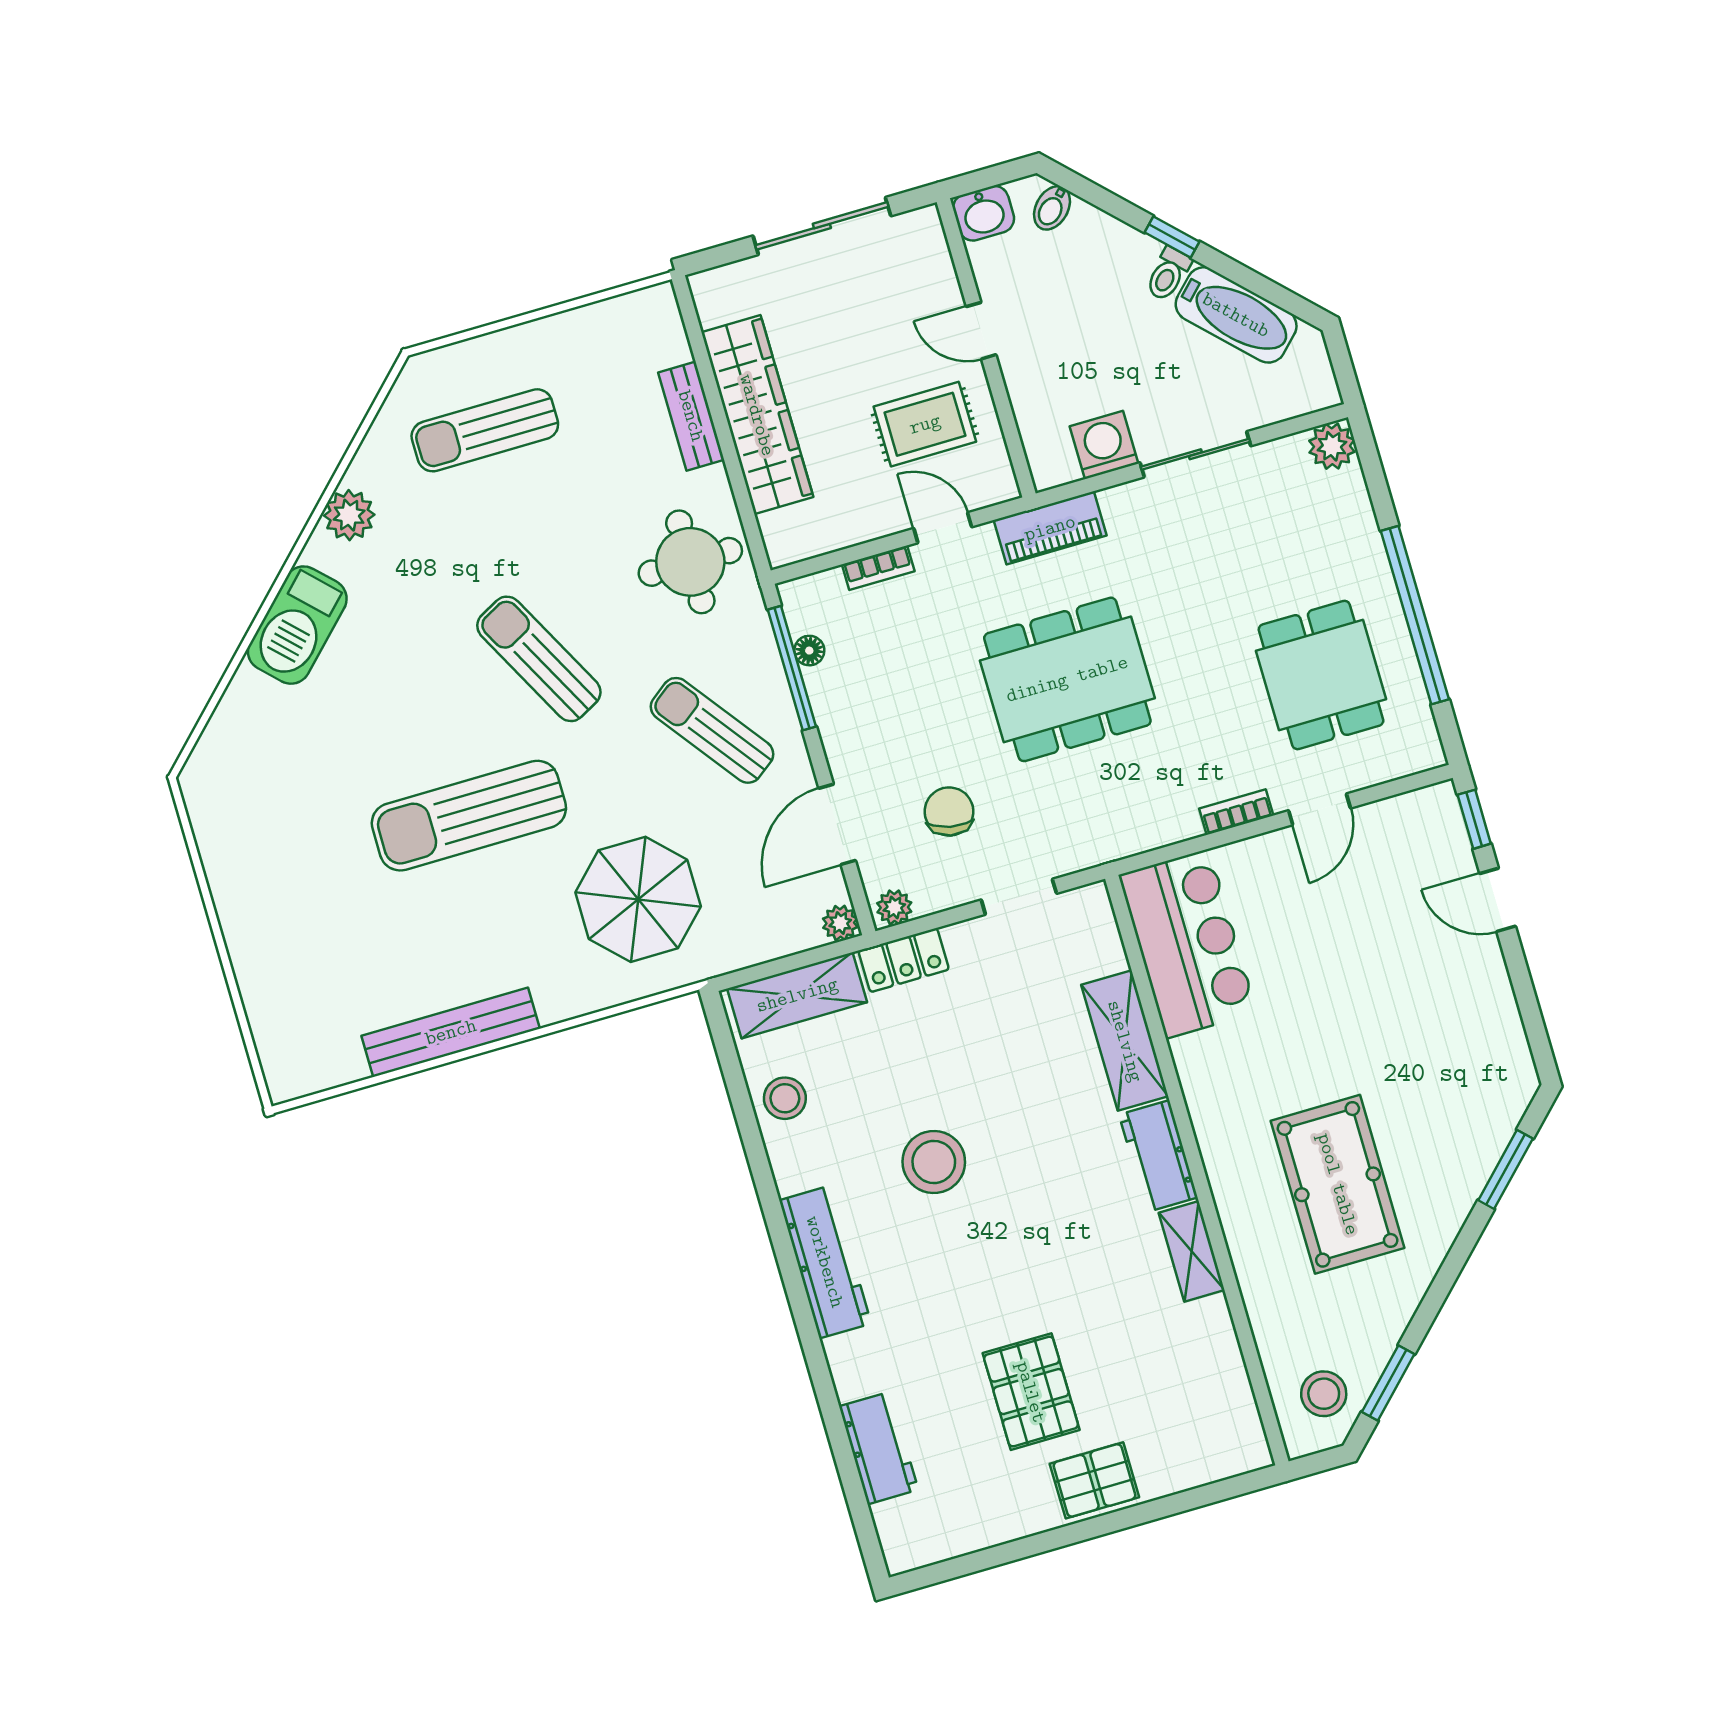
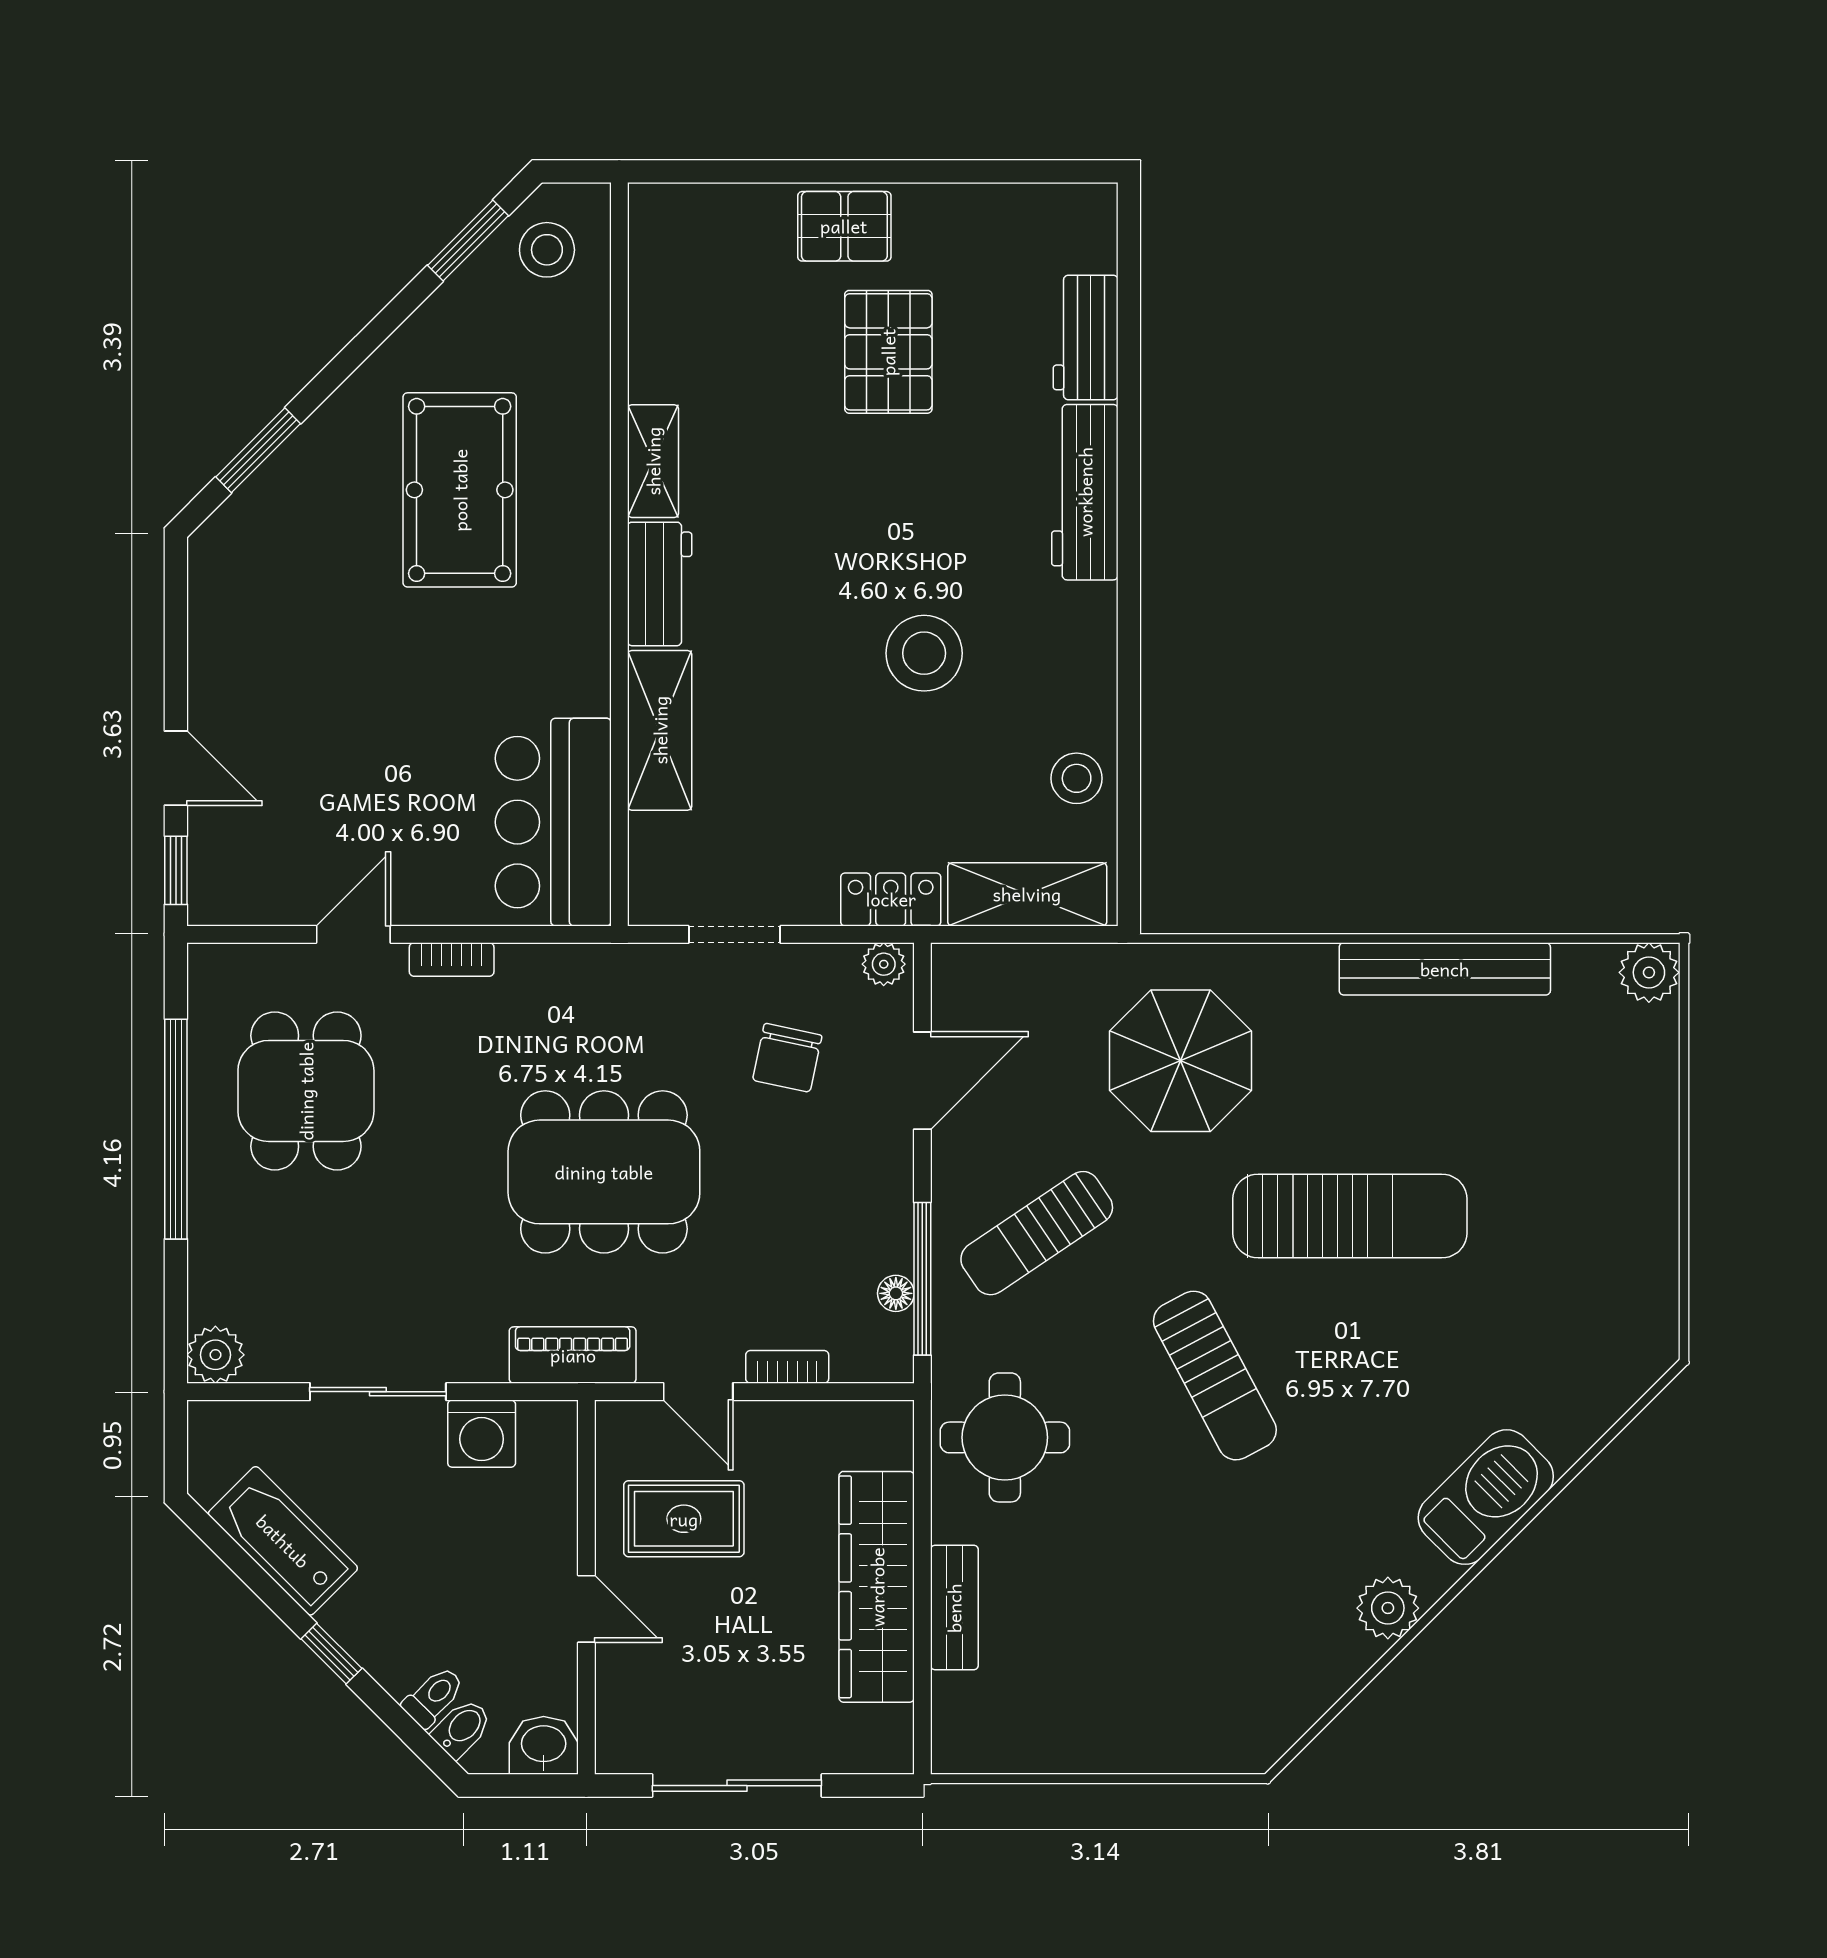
toilet: (1168, 274) -> (433, 1697), moved
sun lounger: (485, 430) -> (1200, 1661), removed
sun lounger: (712, 730) -> (1037, 1233), turned 93
plant: (840, 923) -> (1649, 972), moved, width x1.38, depth x1.38
workbench: (825, 1262) -> (1085, 492), moved

